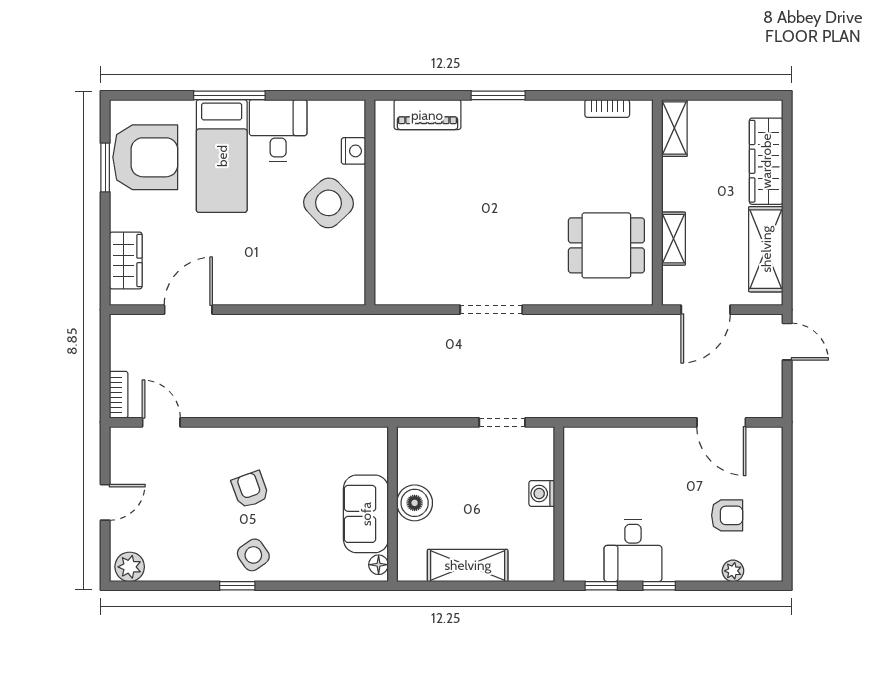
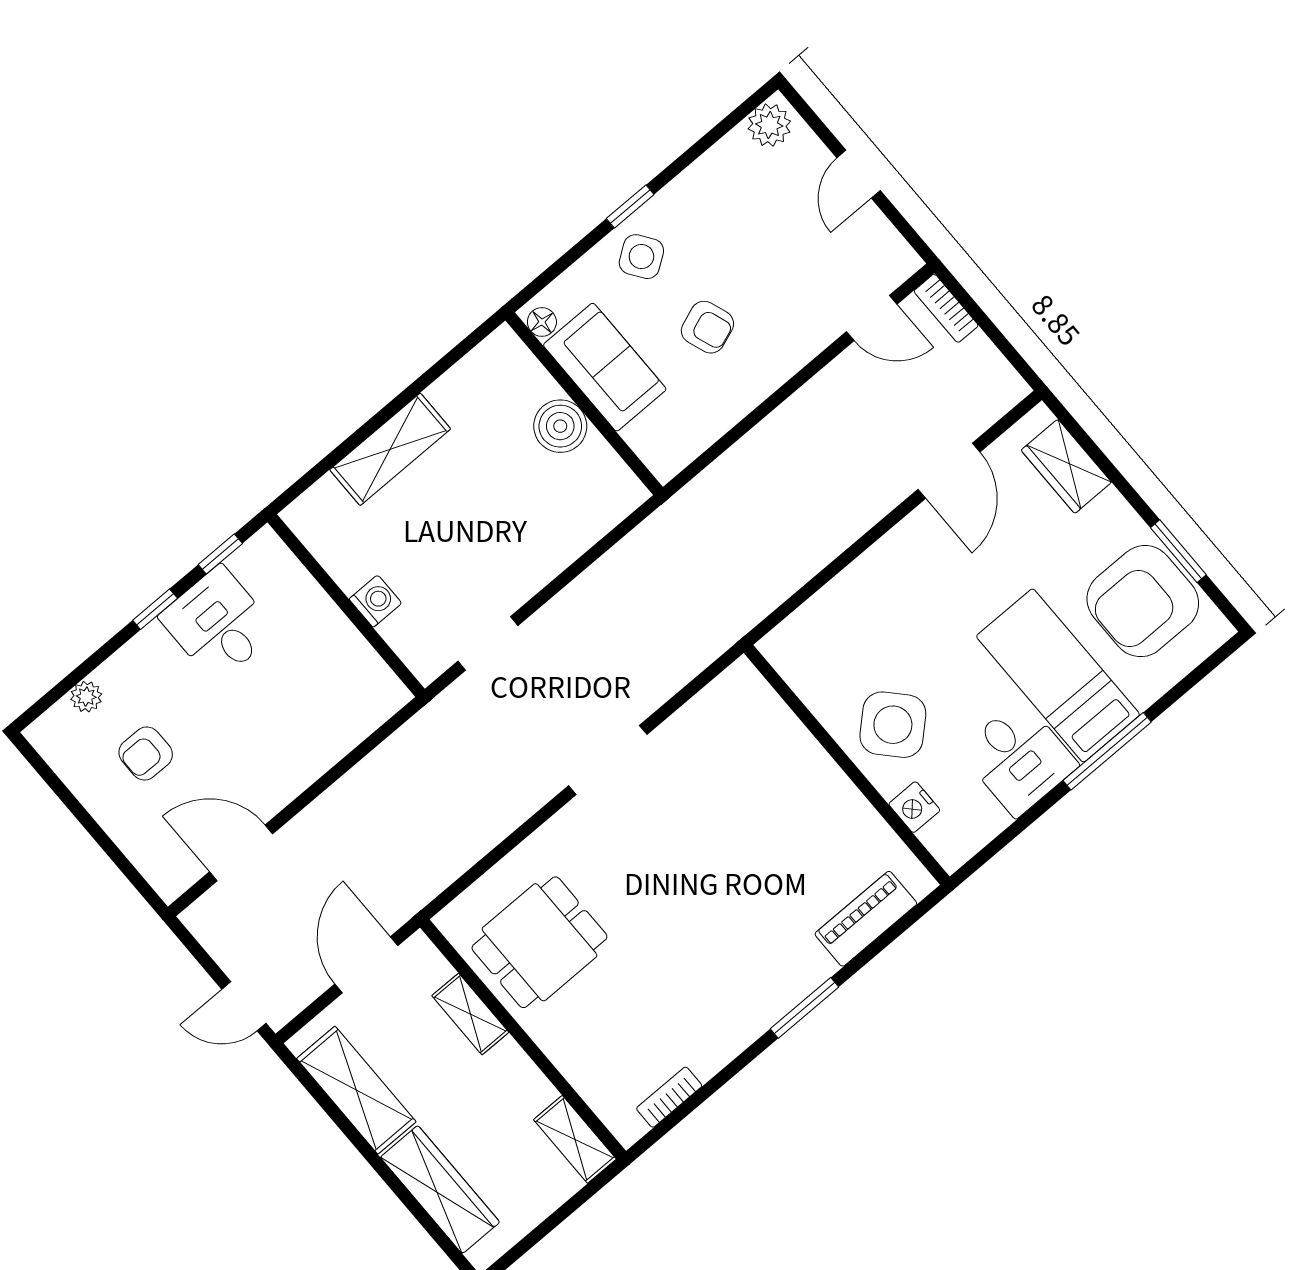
boiler: (415, 503) -> (560, 426), moved
wall: (392, 504) -> (584, 404), moved
sofa: (366, 514) -> (605, 367), moved
floor lamp: (379, 565) -> (542, 322), moved

